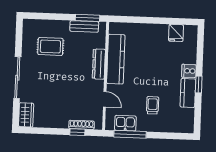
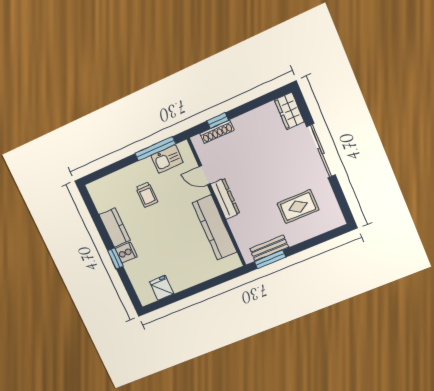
dresser: (99, 64) -> (225, 199), moved
window: (199, 84) -> (115, 258), moved

